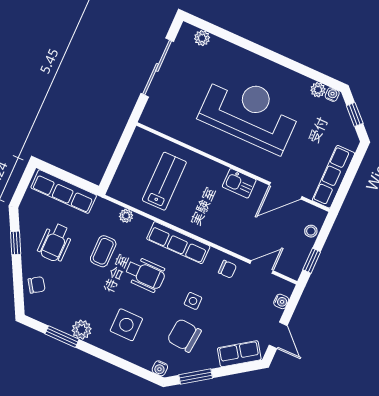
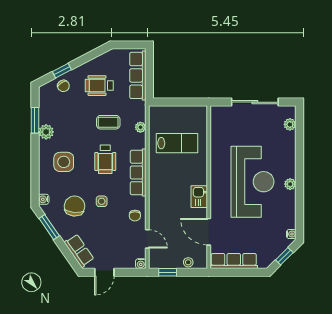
plant: (318, 90) -> (290, 184), moved
window: (16, 243) -> (62, 71), moved
water cooler: (281, 301) -> (141, 264), moved

